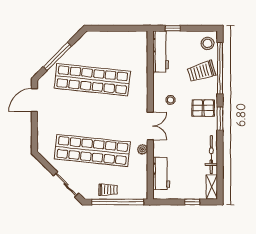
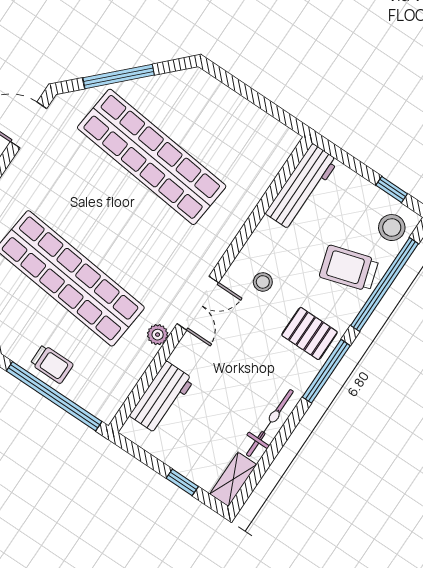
window: (173, 28) -> (392, 190), moved
window: (220, 119) -> (326, 371), width x1.44

